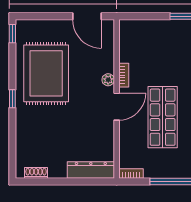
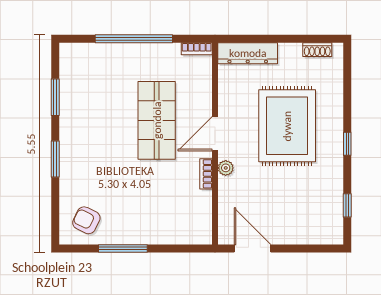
window: (12, 34) -> (347, 205), moved
rug: (46, 73) -> (287, 126), moved

